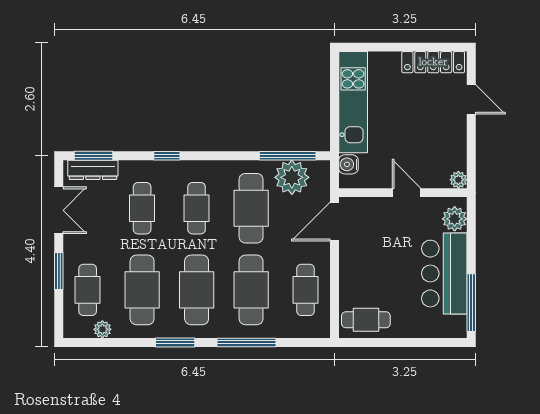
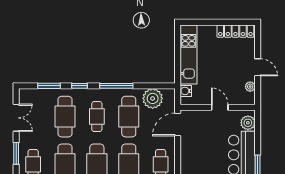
door: (471, 99) -> (258, 67), moved
window: (93, 156) -> (49, 86), moved
window: (288, 156) -> (116, 86), moved
dresser: (93, 170) -> (36, 94), removed
plant: (458, 180) -> (250, 87), moved
cafe table: (142, 208) -> (65, 117), width x1.37, depth x1.35

